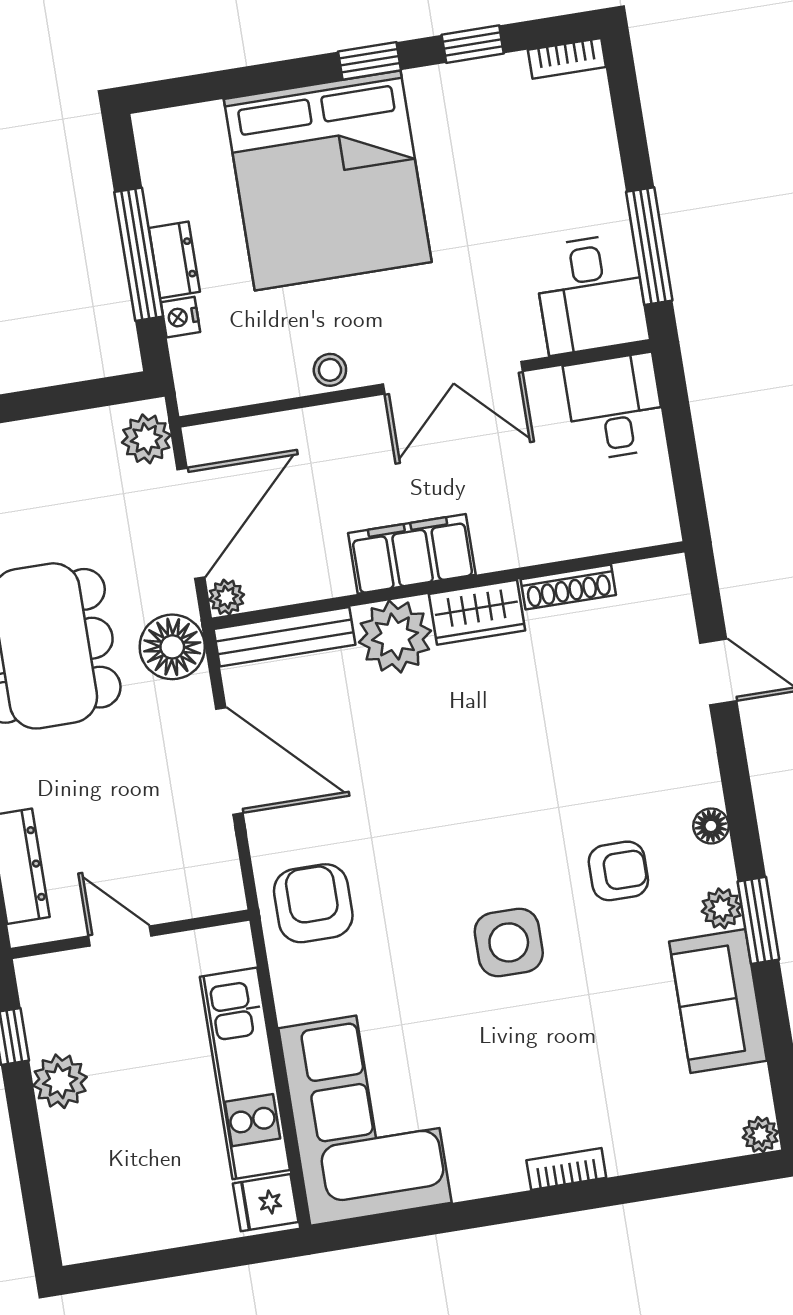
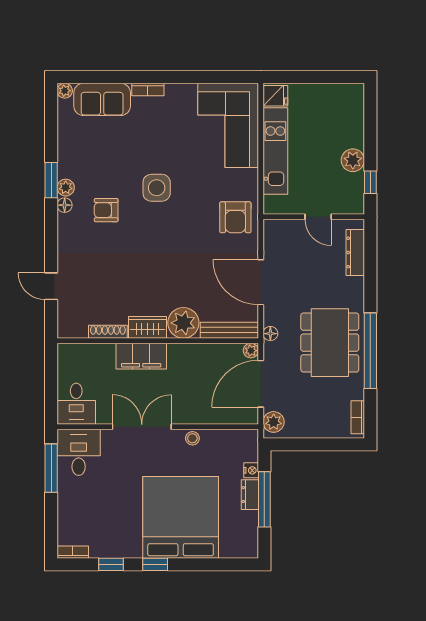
filing cabinet: (412, 554) -> (141, 356), moved
floor lamp: (172, 647) -> (270, 334), width x0.53, depth x0.53
floor lamp: (711, 826) -> (65, 205), moved
sofa: (718, 1001) -> (102, 99), moved, turned 90

